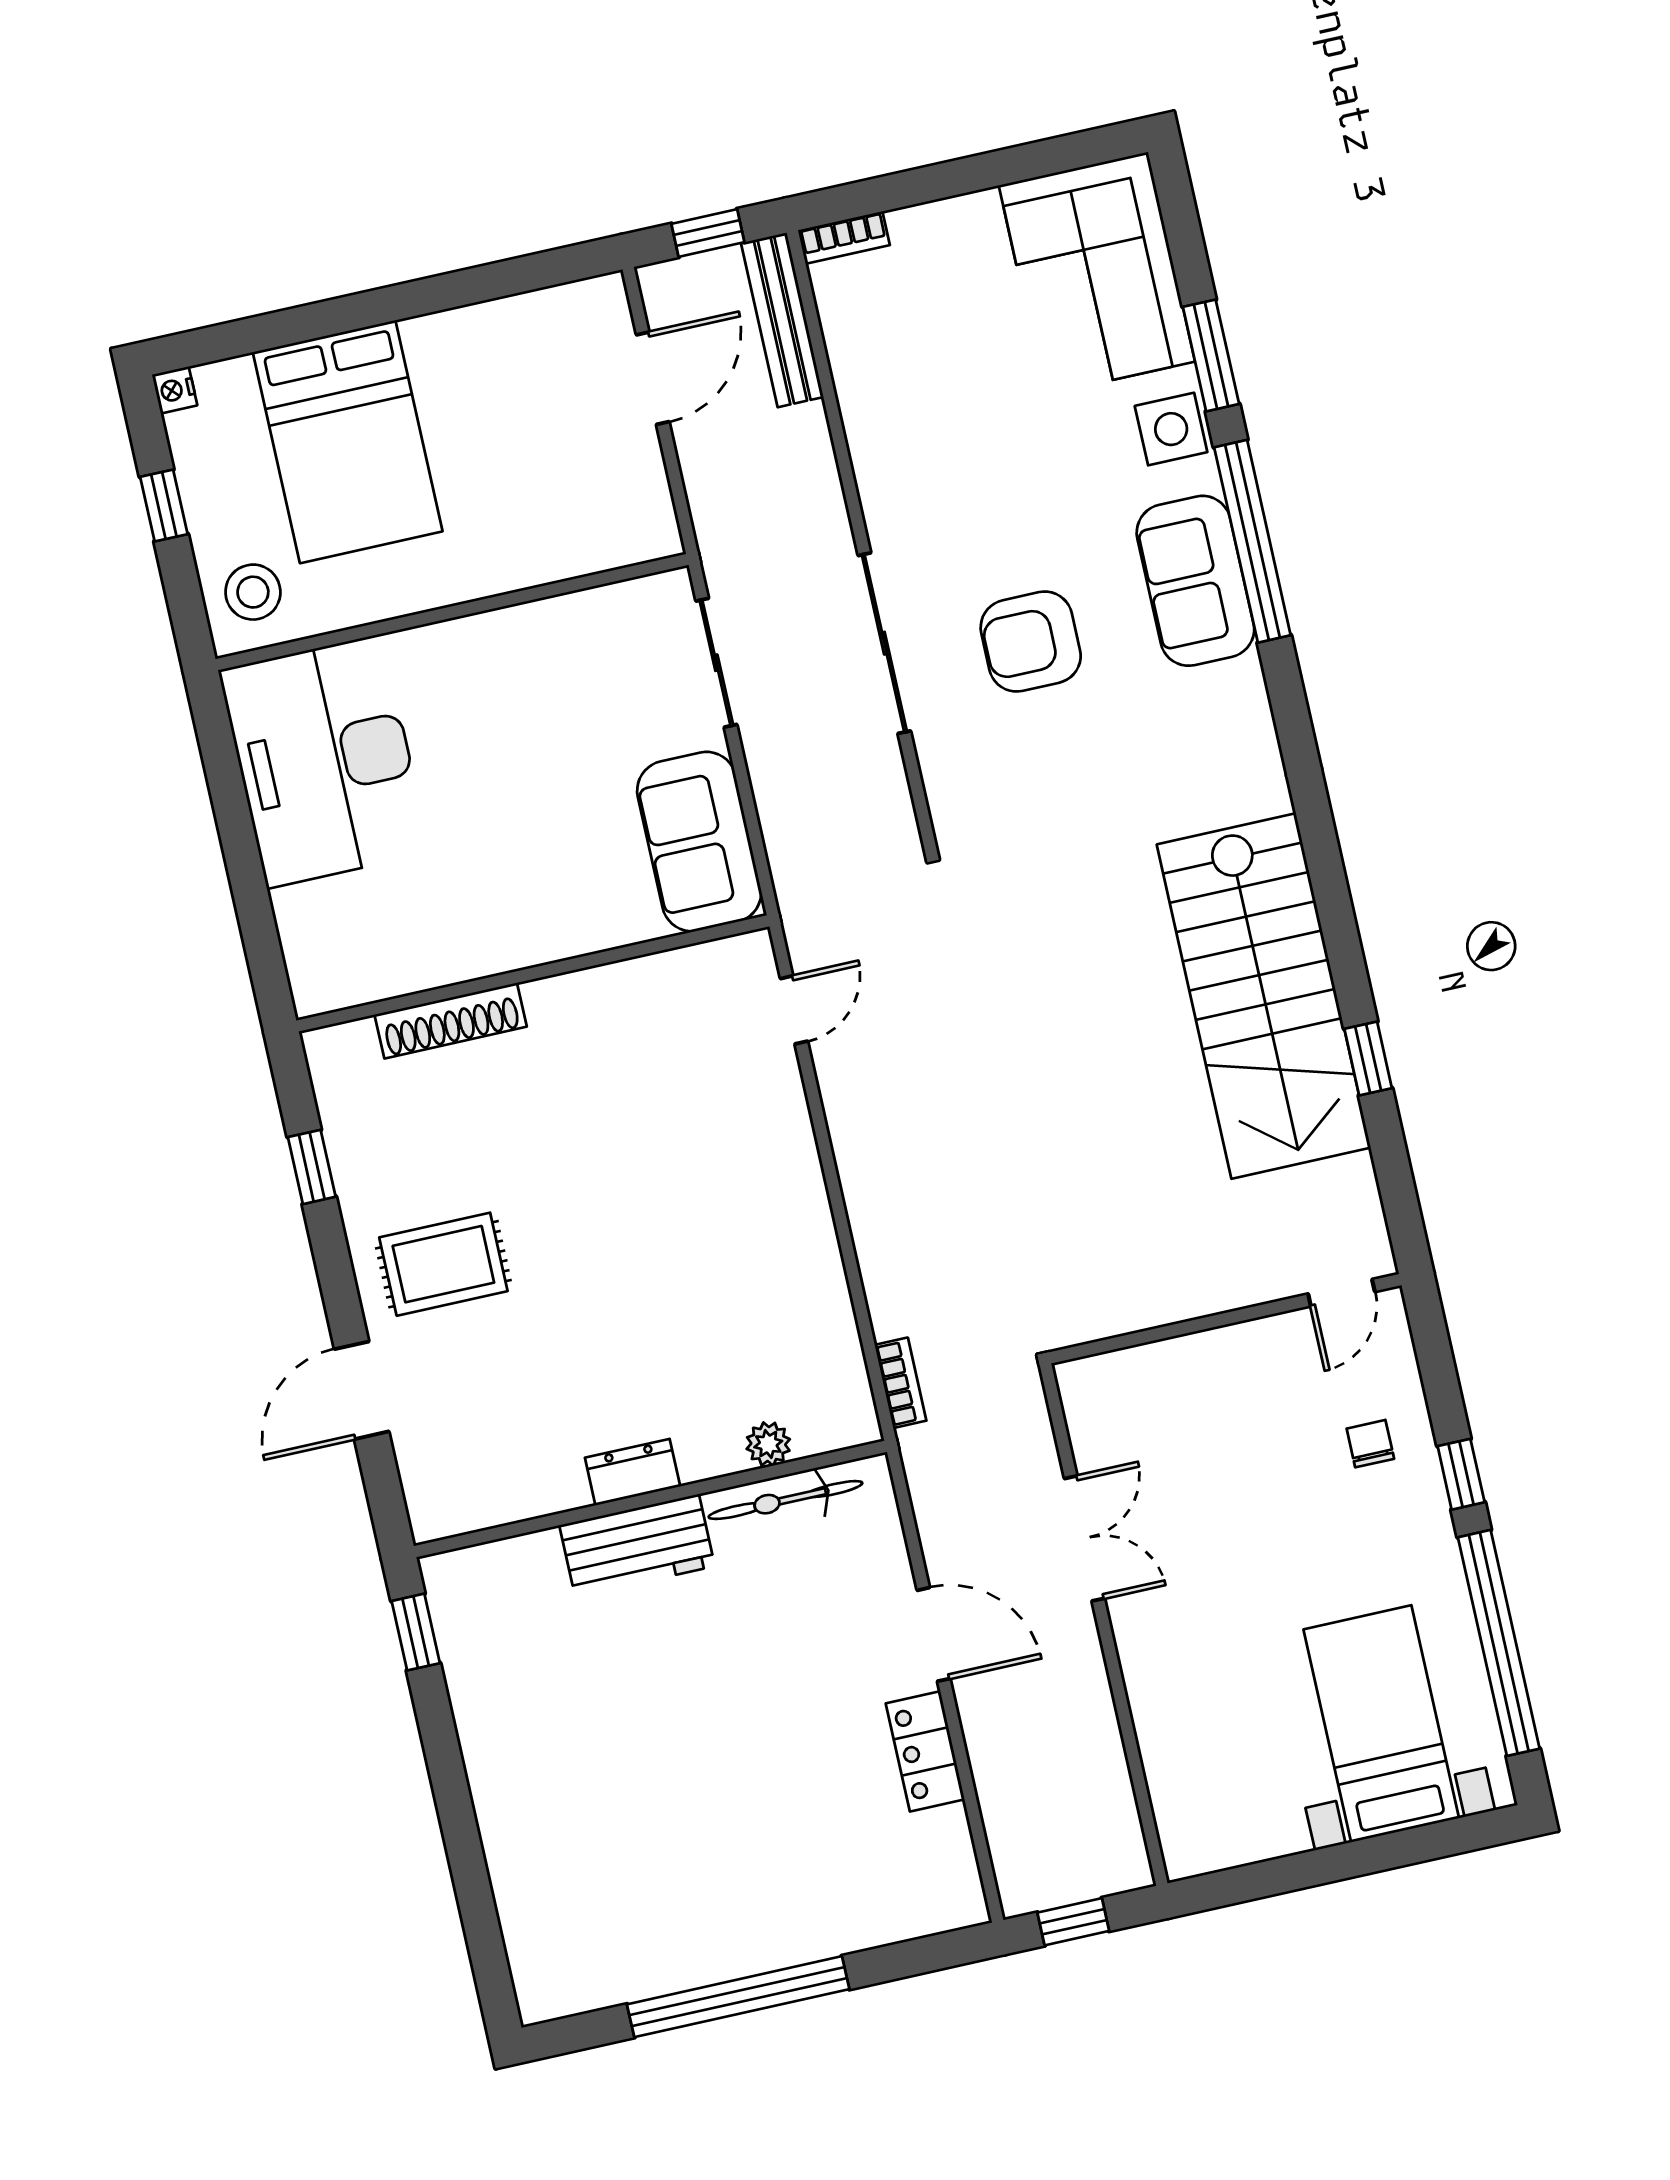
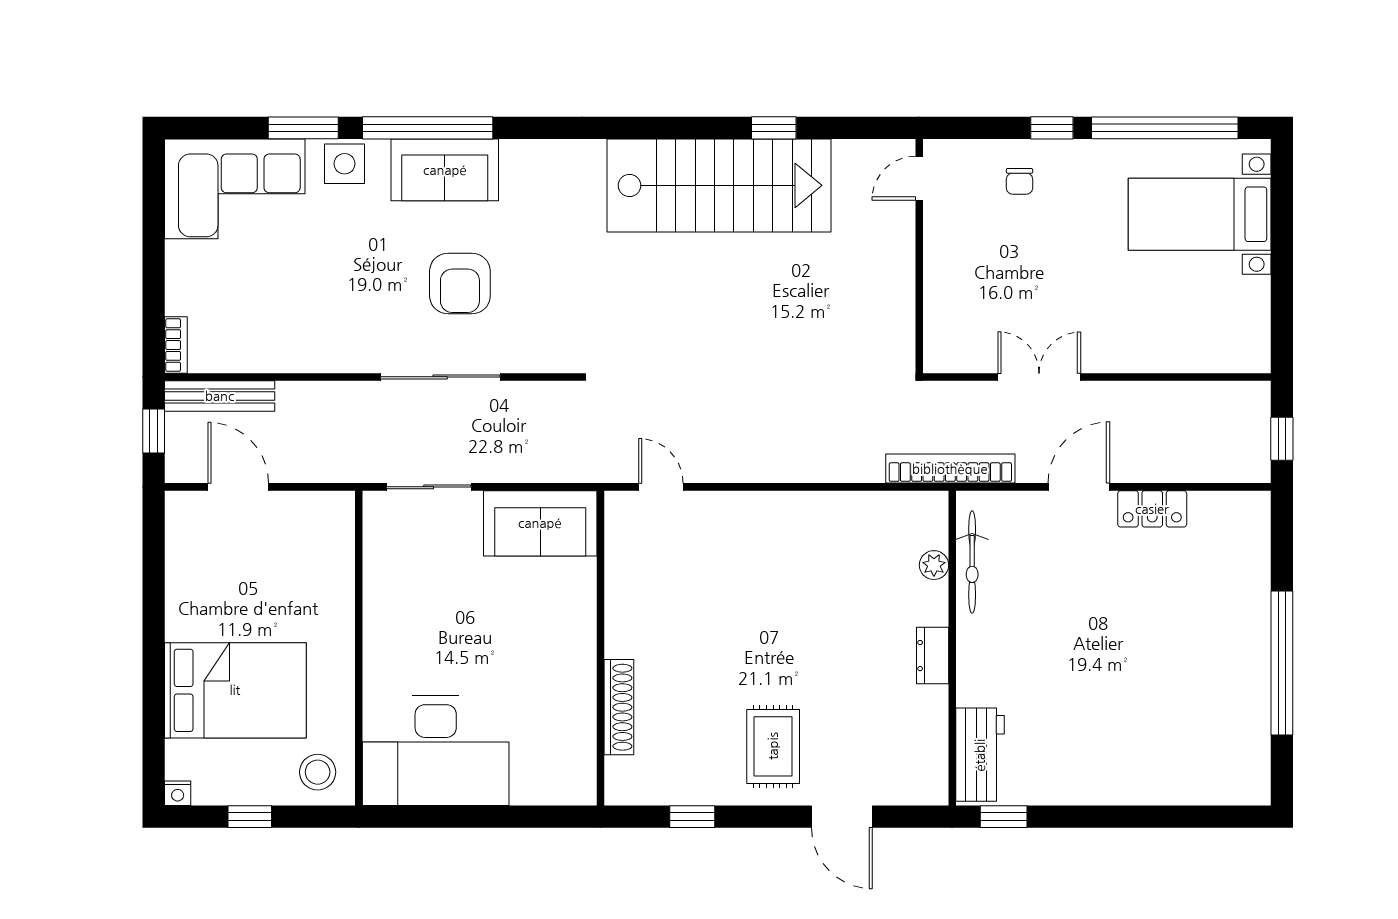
door: (1341, 1293) -> (919, 178), swing flipped
bookcase: (901, 1383) -> (950, 469), width x2.31, depth x1.31
chair: (1370, 1444) -> (1020, 181), turned -90
workbench: (637, 1546) -> (980, 755), moved

